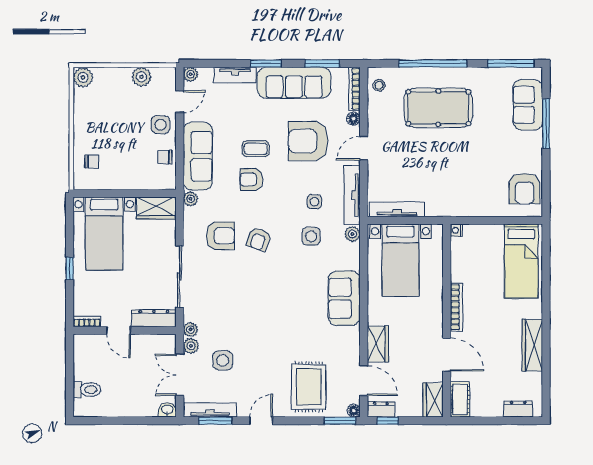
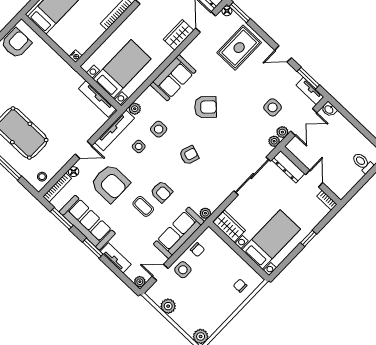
armchair: (220, 236) -> (205, 107), moved, turned 135
tv unit: (210, 410) -> (310, 91), width x0.71

